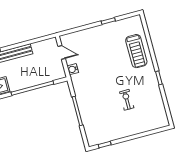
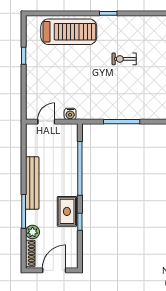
treadmill: (136, 51) -> (69, 32), width x1.37, depth x1.38

